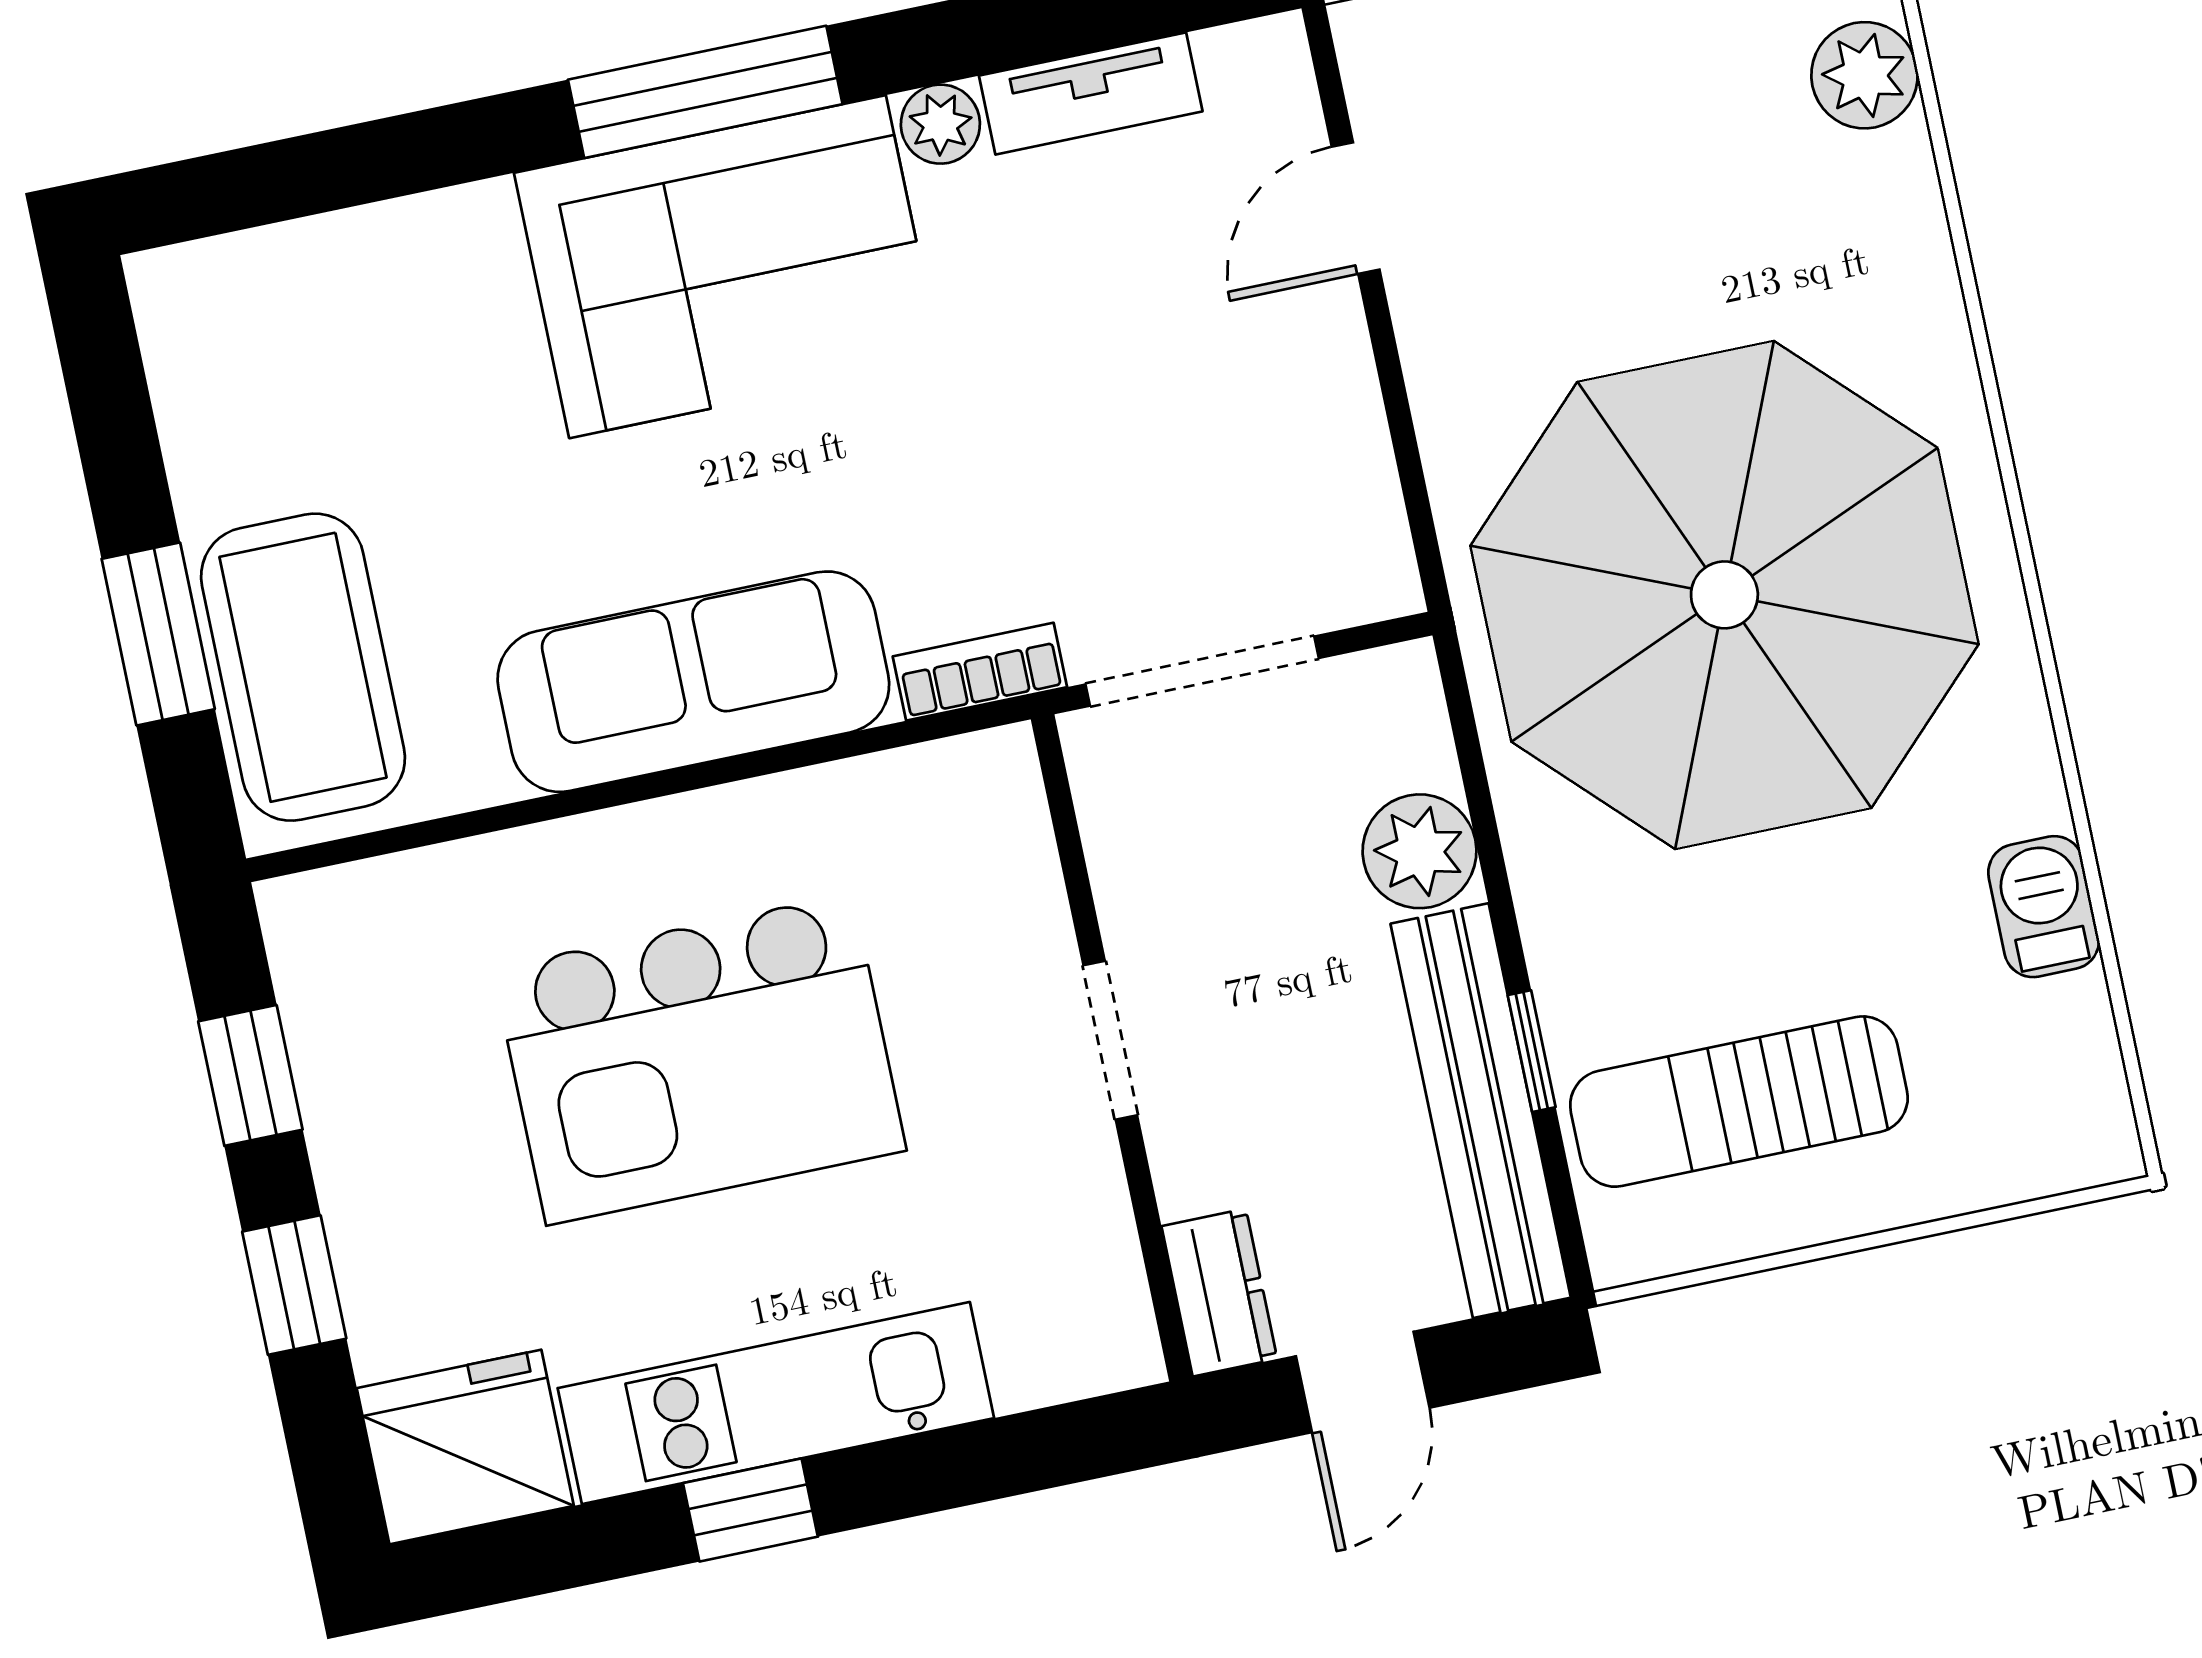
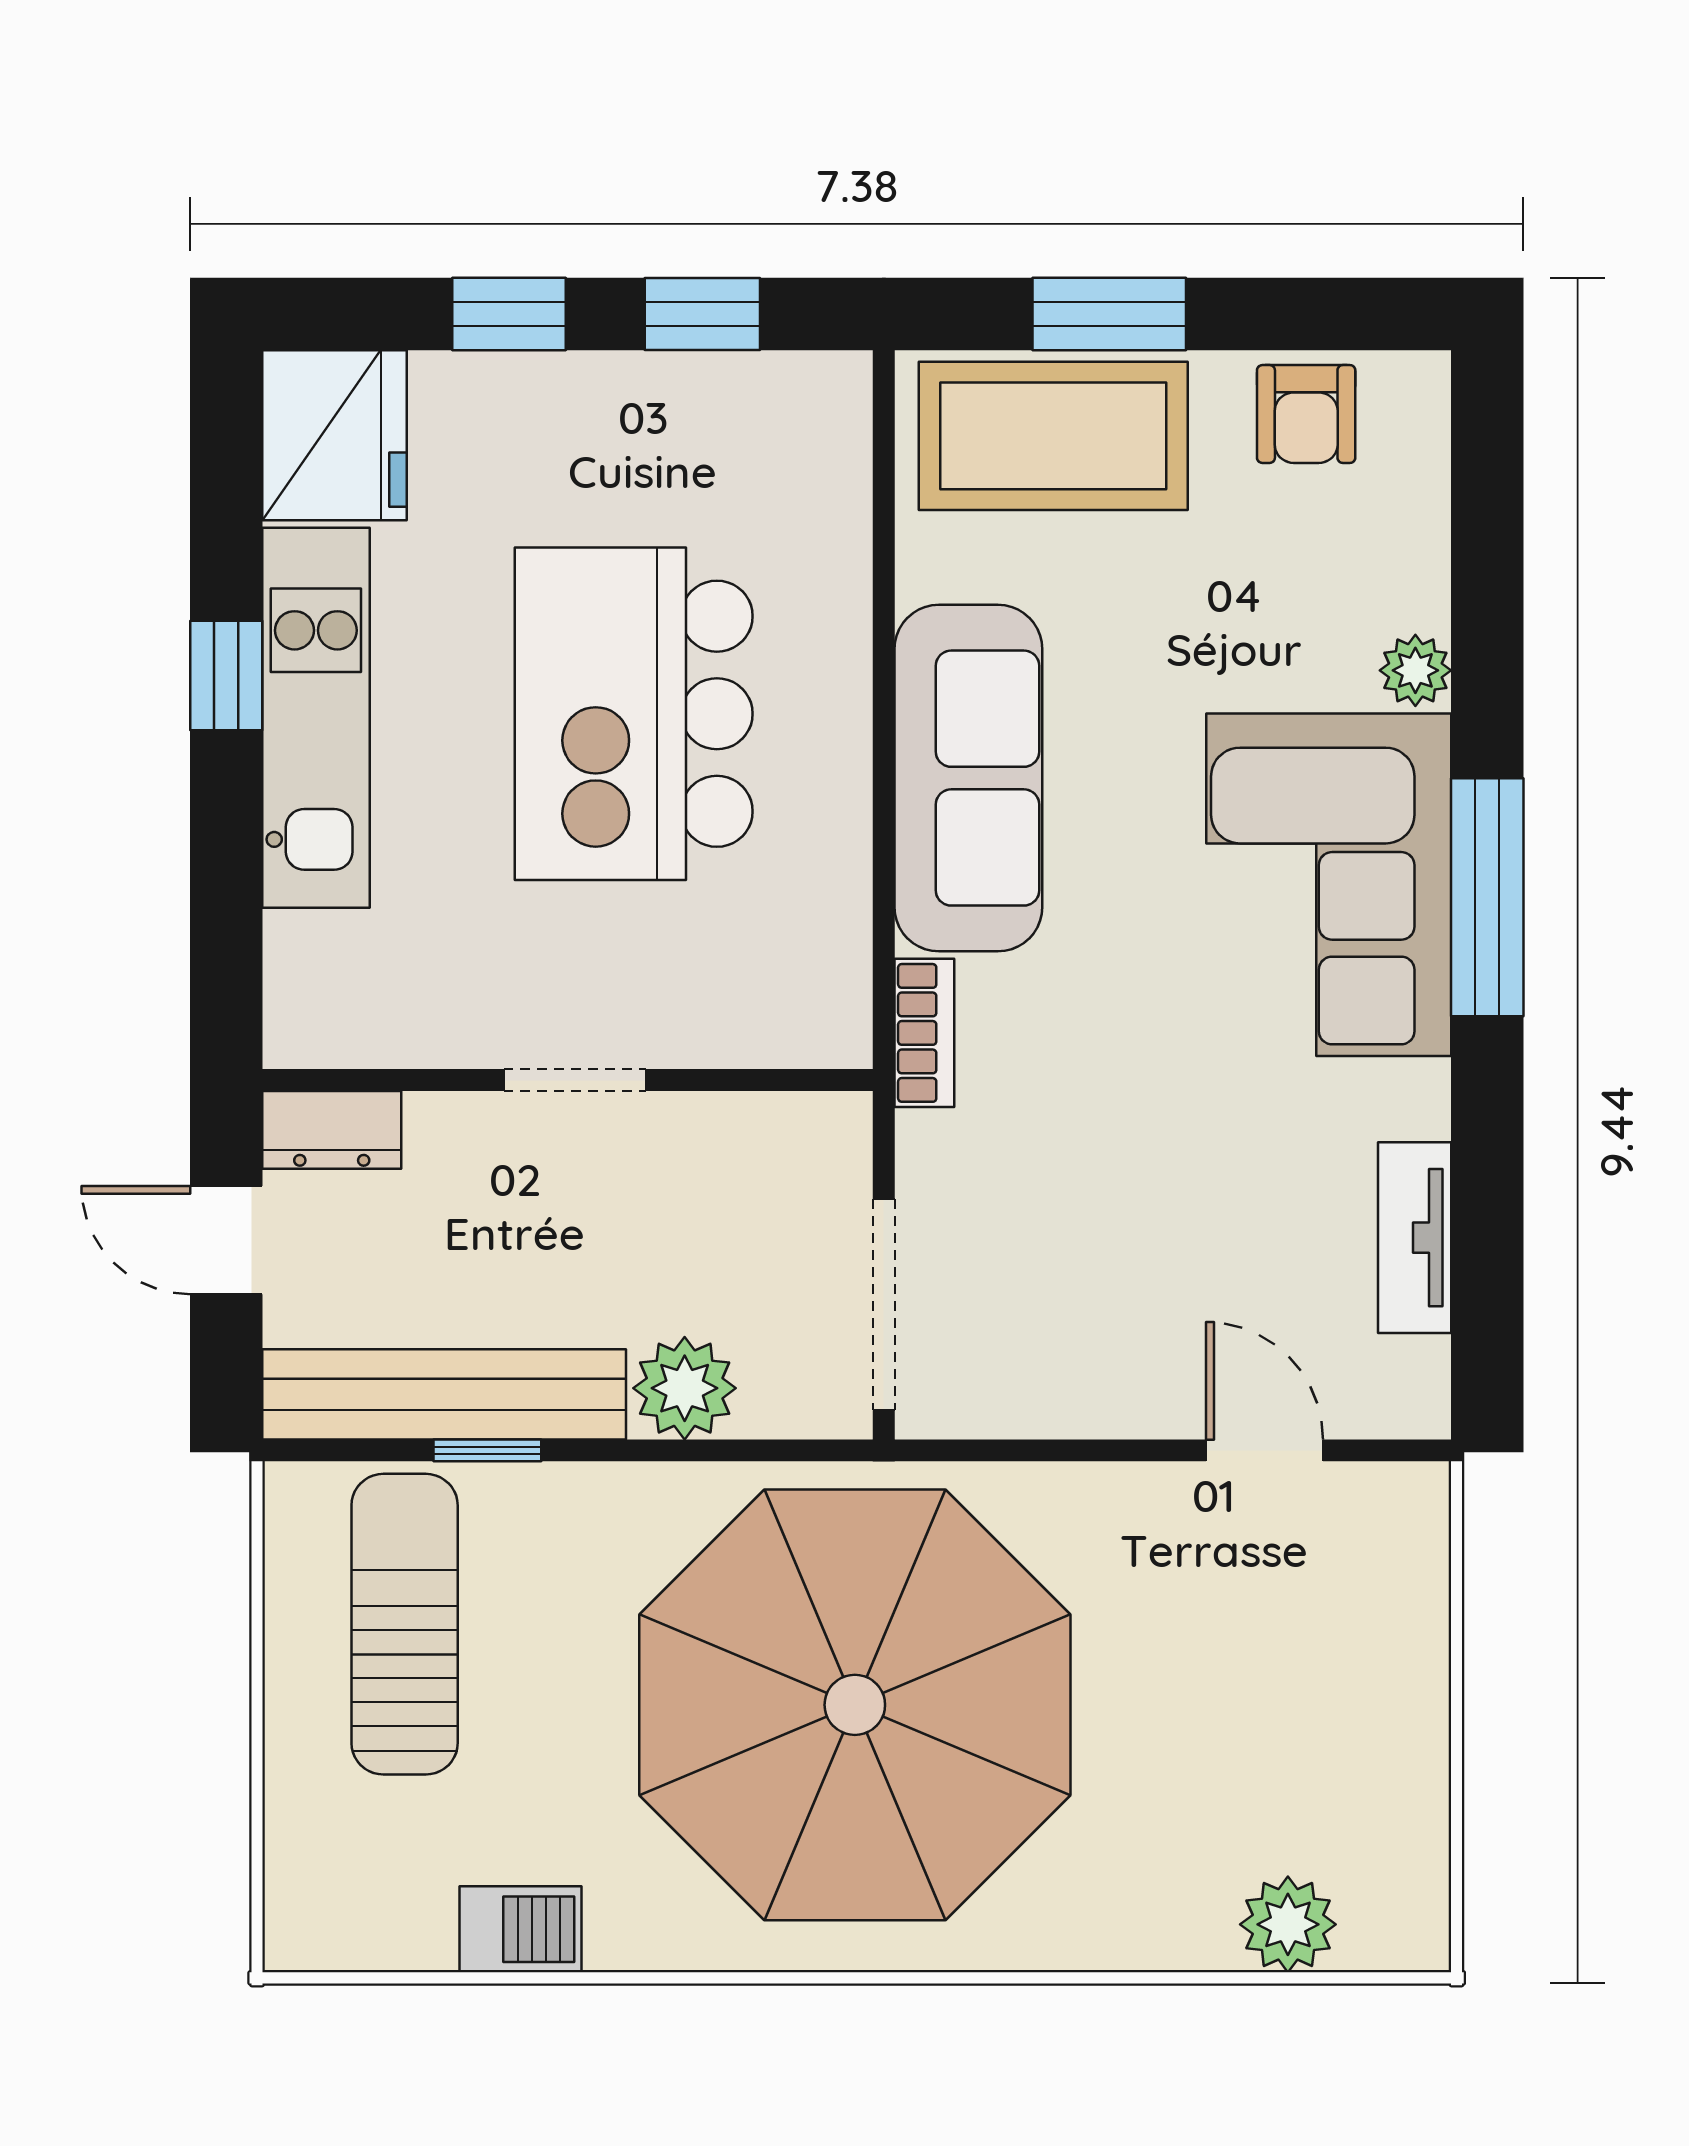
plant: (940, 124) -> (1415, 670), moved
armchair: (222, 398) -> (1306, 414), added
doorway: (1202, 671) -> (884, 1305), moved

